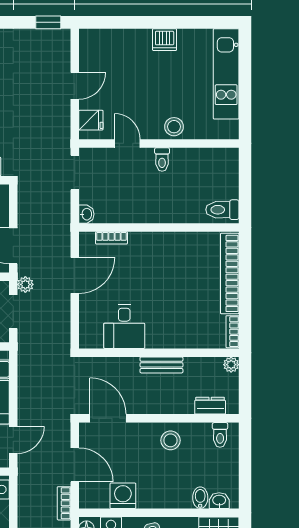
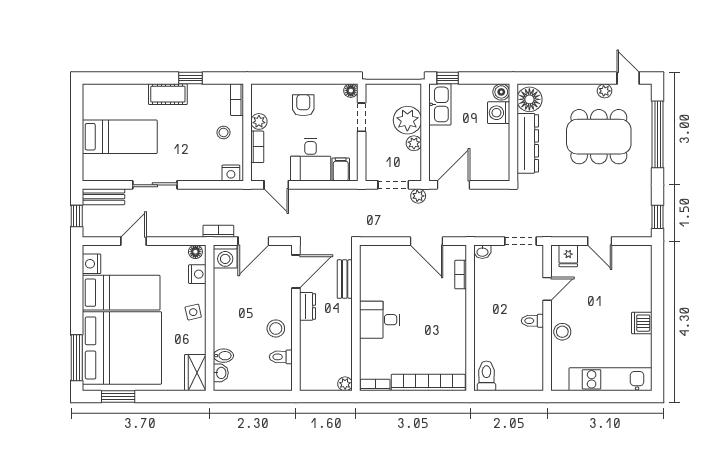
desk: (124, 327) -> (380, 320), moved
bench: (161, 365) -> (345, 279), moved
dresser: (210, 406) -> (308, 306), moved
toilet: (220, 435) -> (281, 357), moved
washing machine: (123, 496) -> (225, 257), moved, turned 90

